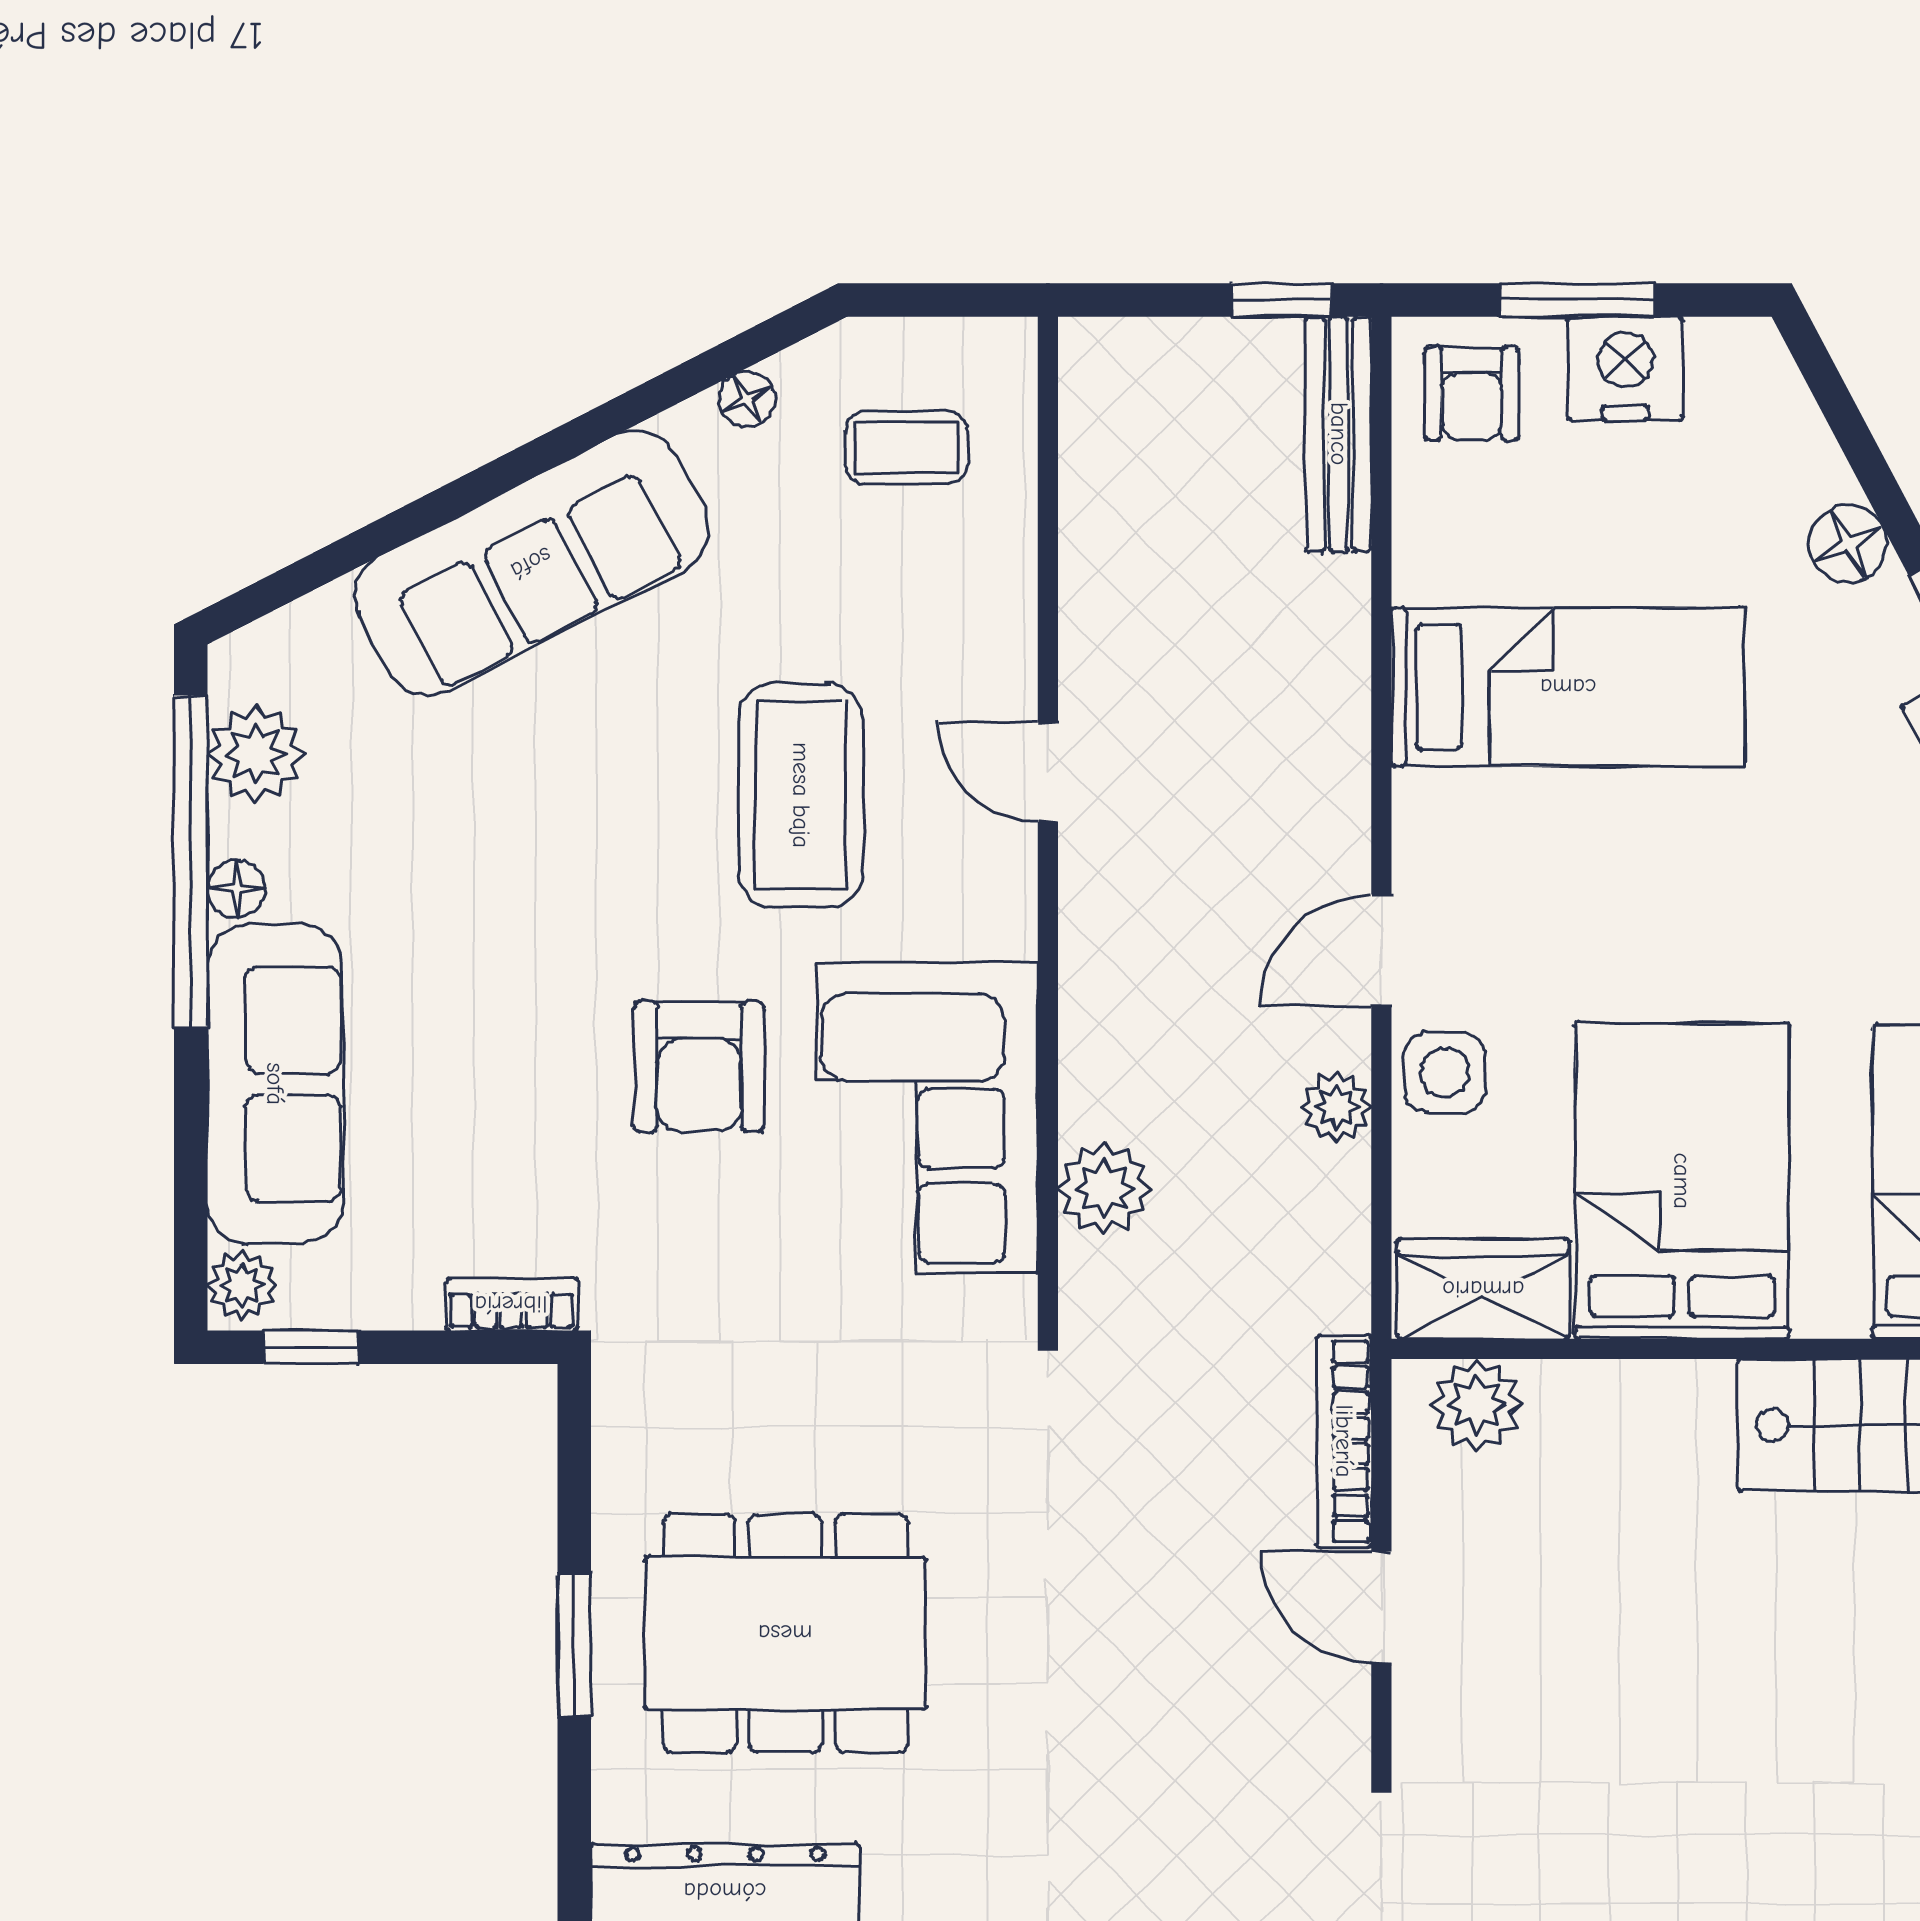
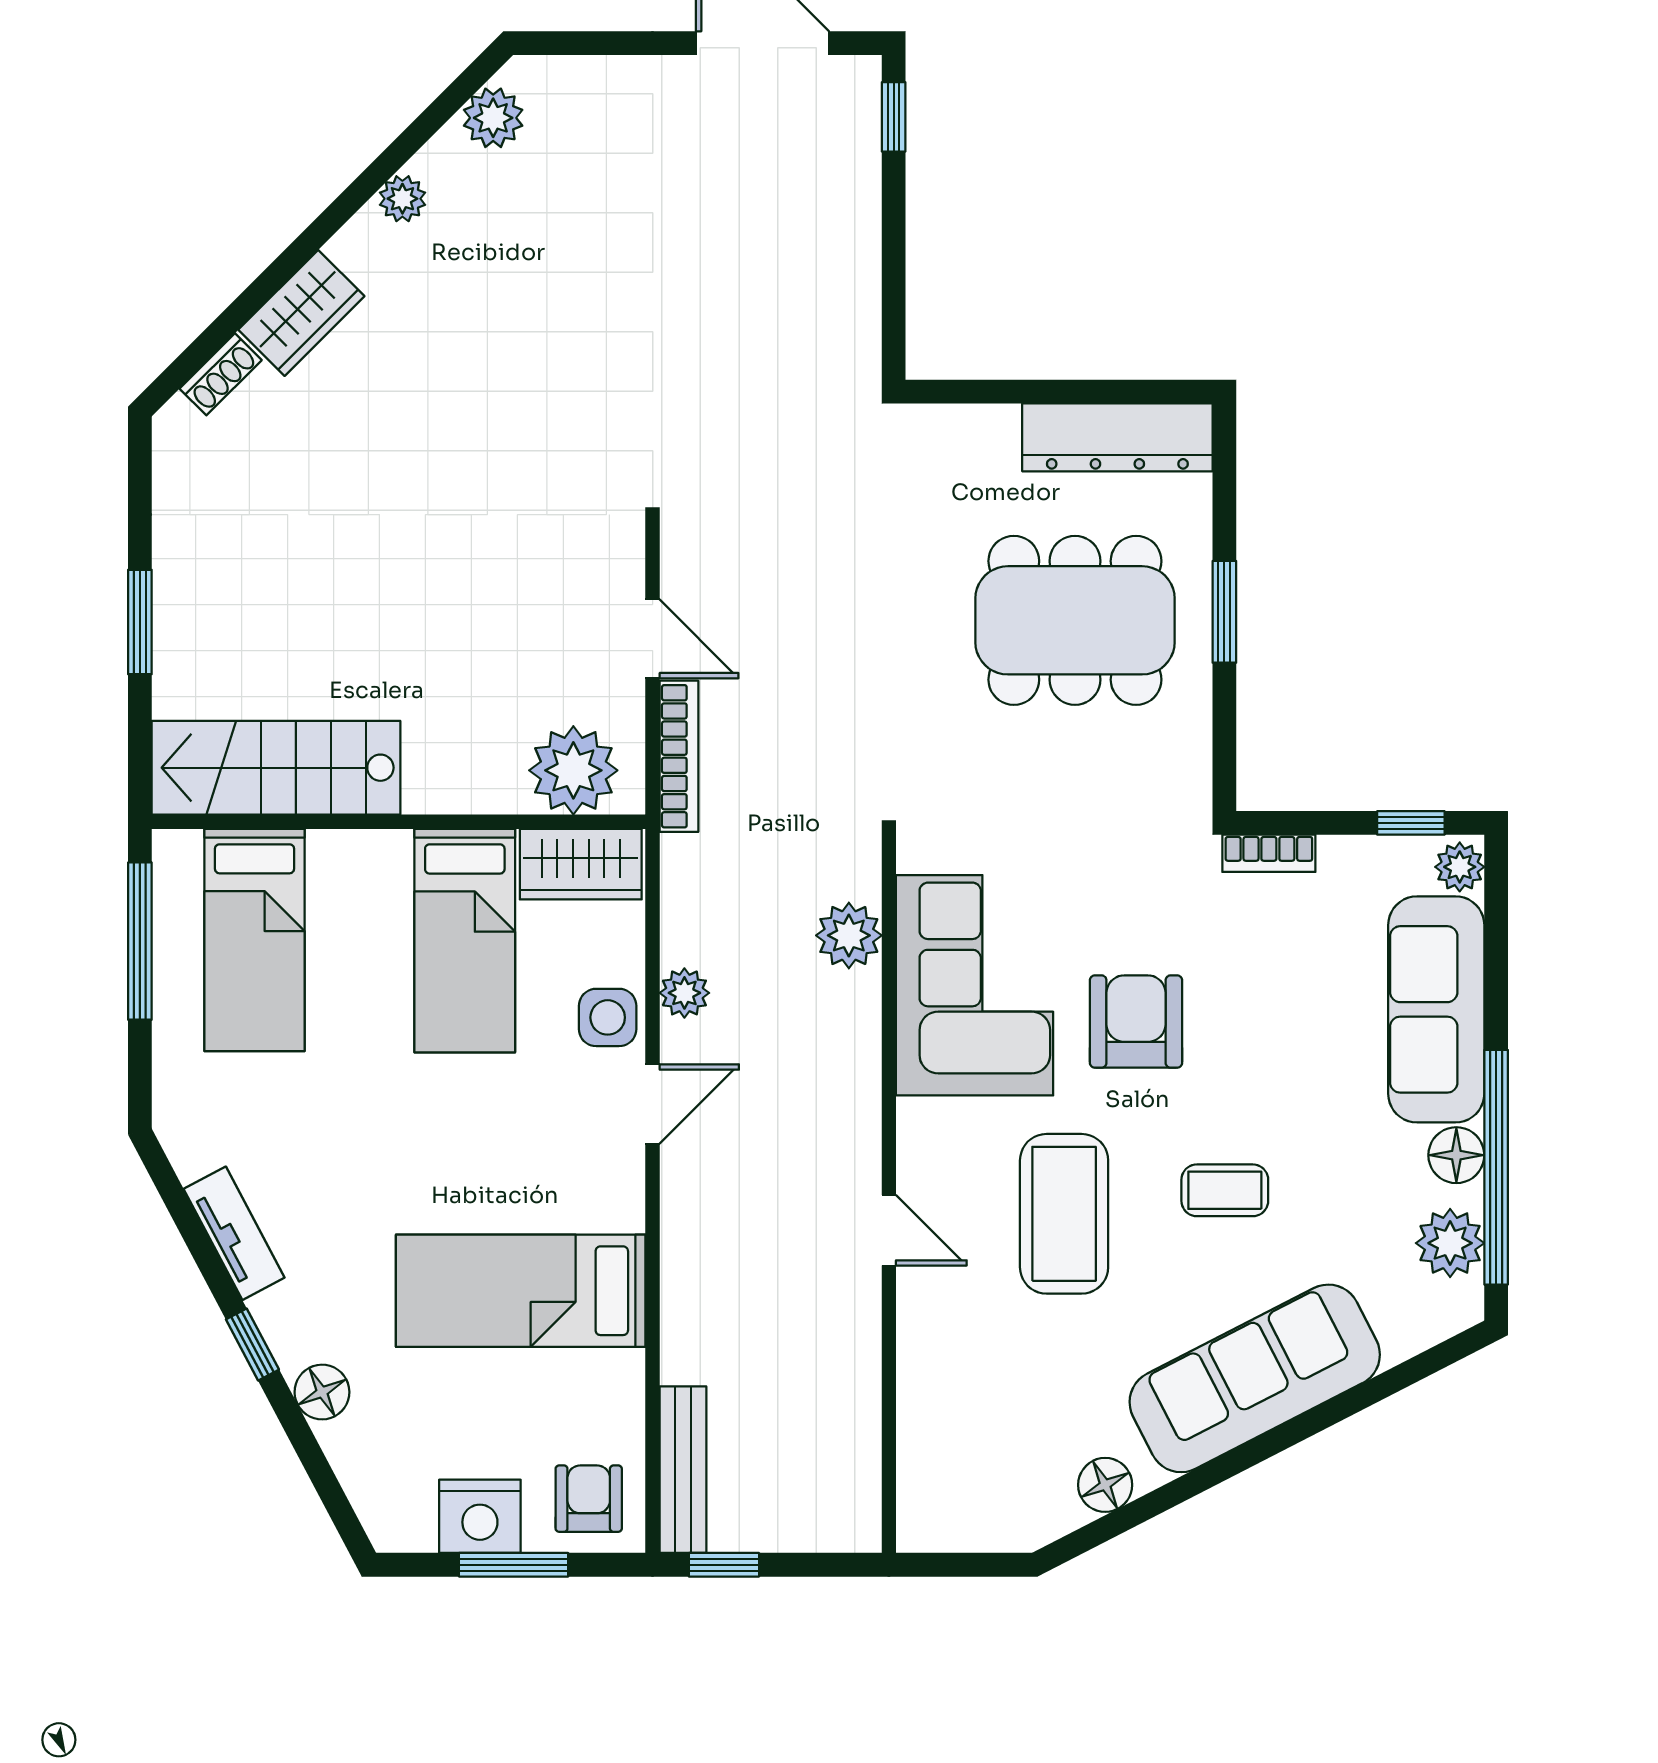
floor lamp: (747, 399) -> (1105, 1485), width x1.37, depth x1.37
coffee table: (906, 448) -> (1225, 1190), moved
floor lamp: (236, 889) -> (1456, 1155), width x1.37, depth x1.37
bed: (1682, 1181) -> (465, 941), width x0.67
plant: (1477, 1405) -> (573, 770), width x1.36, depth x1.36

